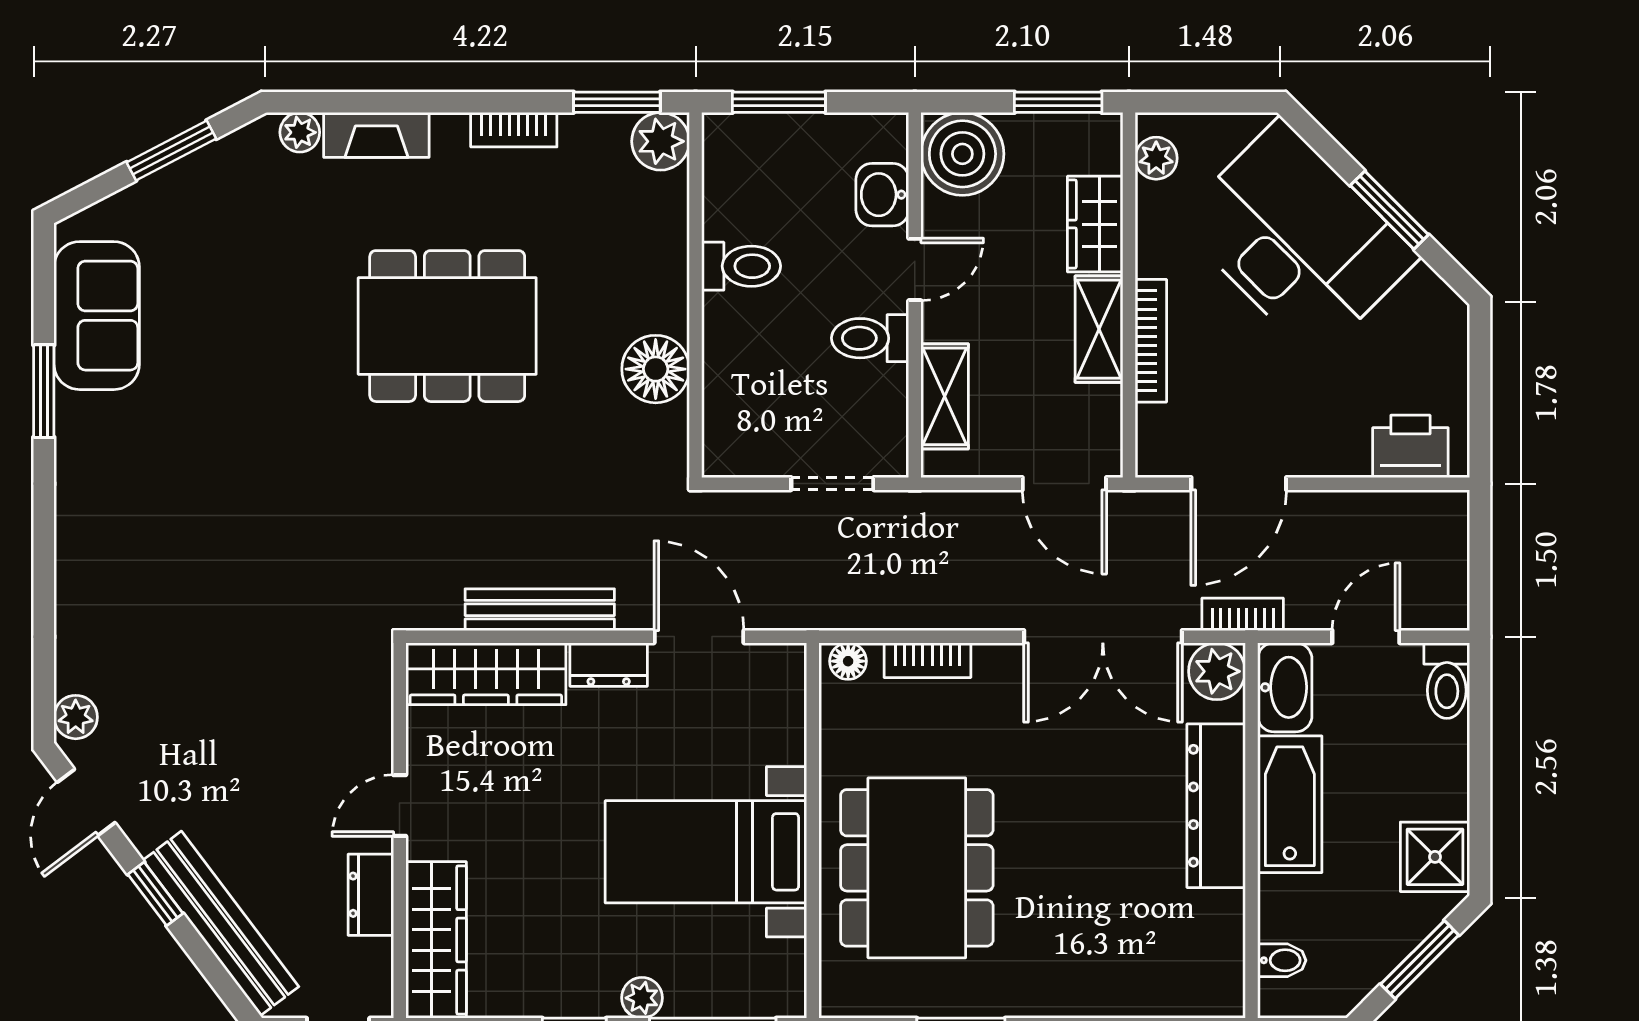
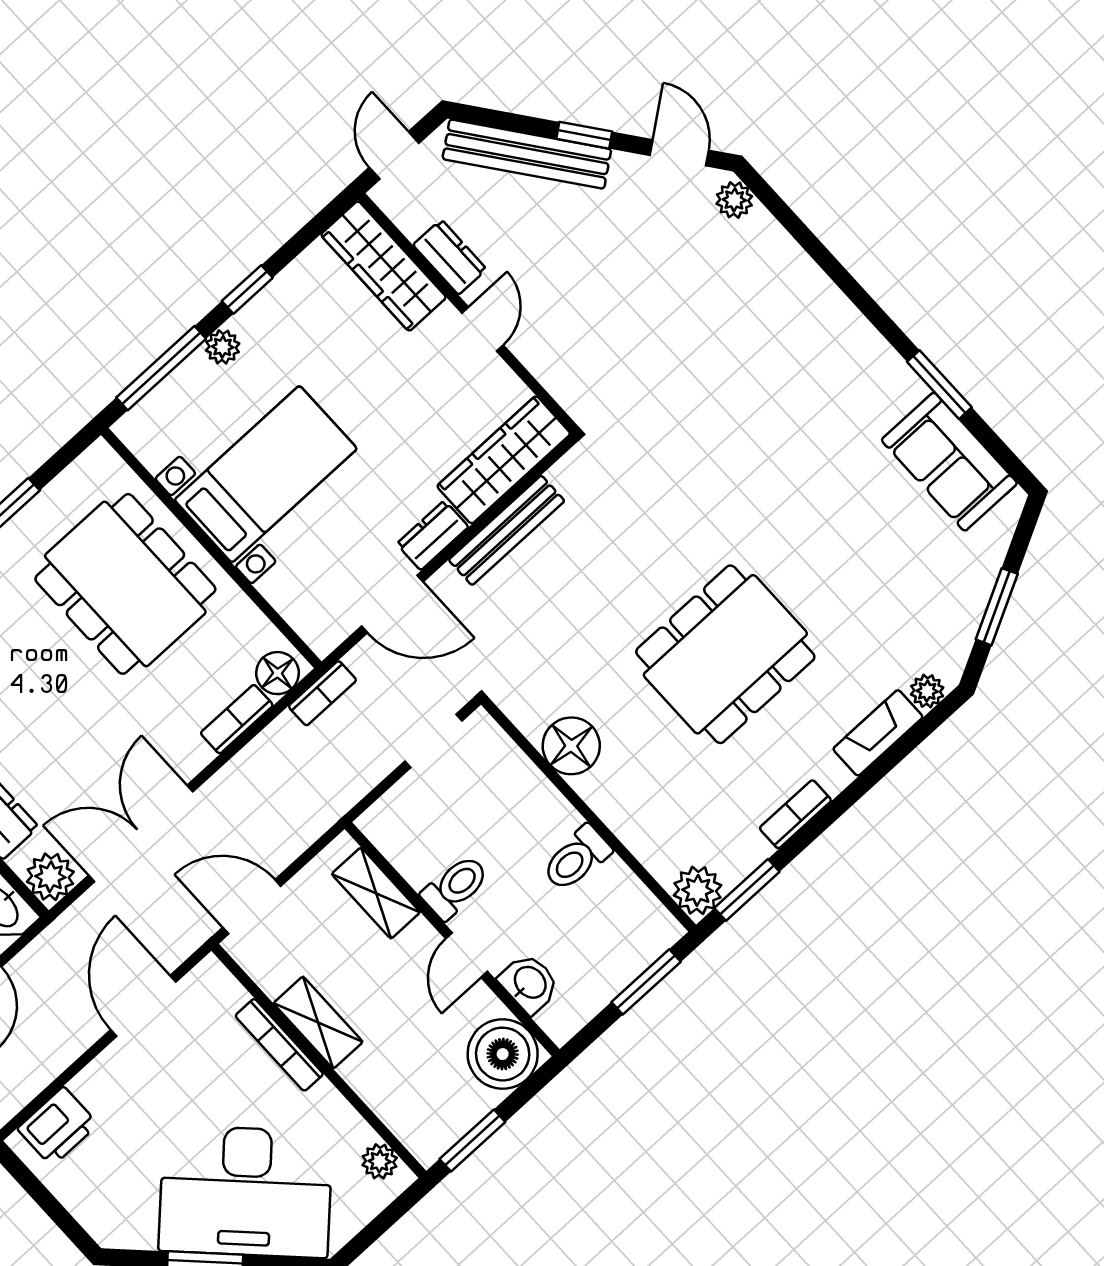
wardrobe: (1095, 224) -> (380, 1086), removed
doorway: (832, 484) -> (433, 741), moved
bookcase: (1243, 614) -> (322, 693), moved
floor lamp: (848, 661) -> (278, 673), width x1.37, depth x1.37

